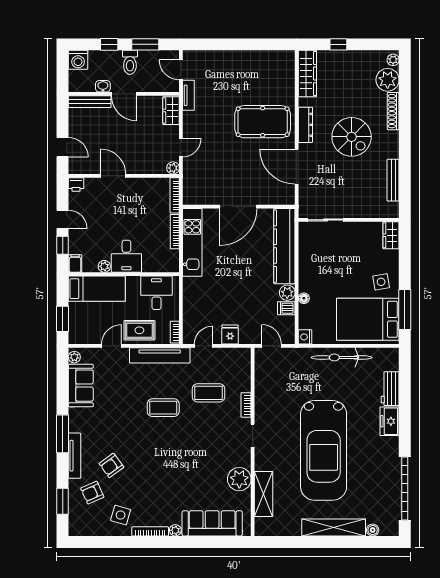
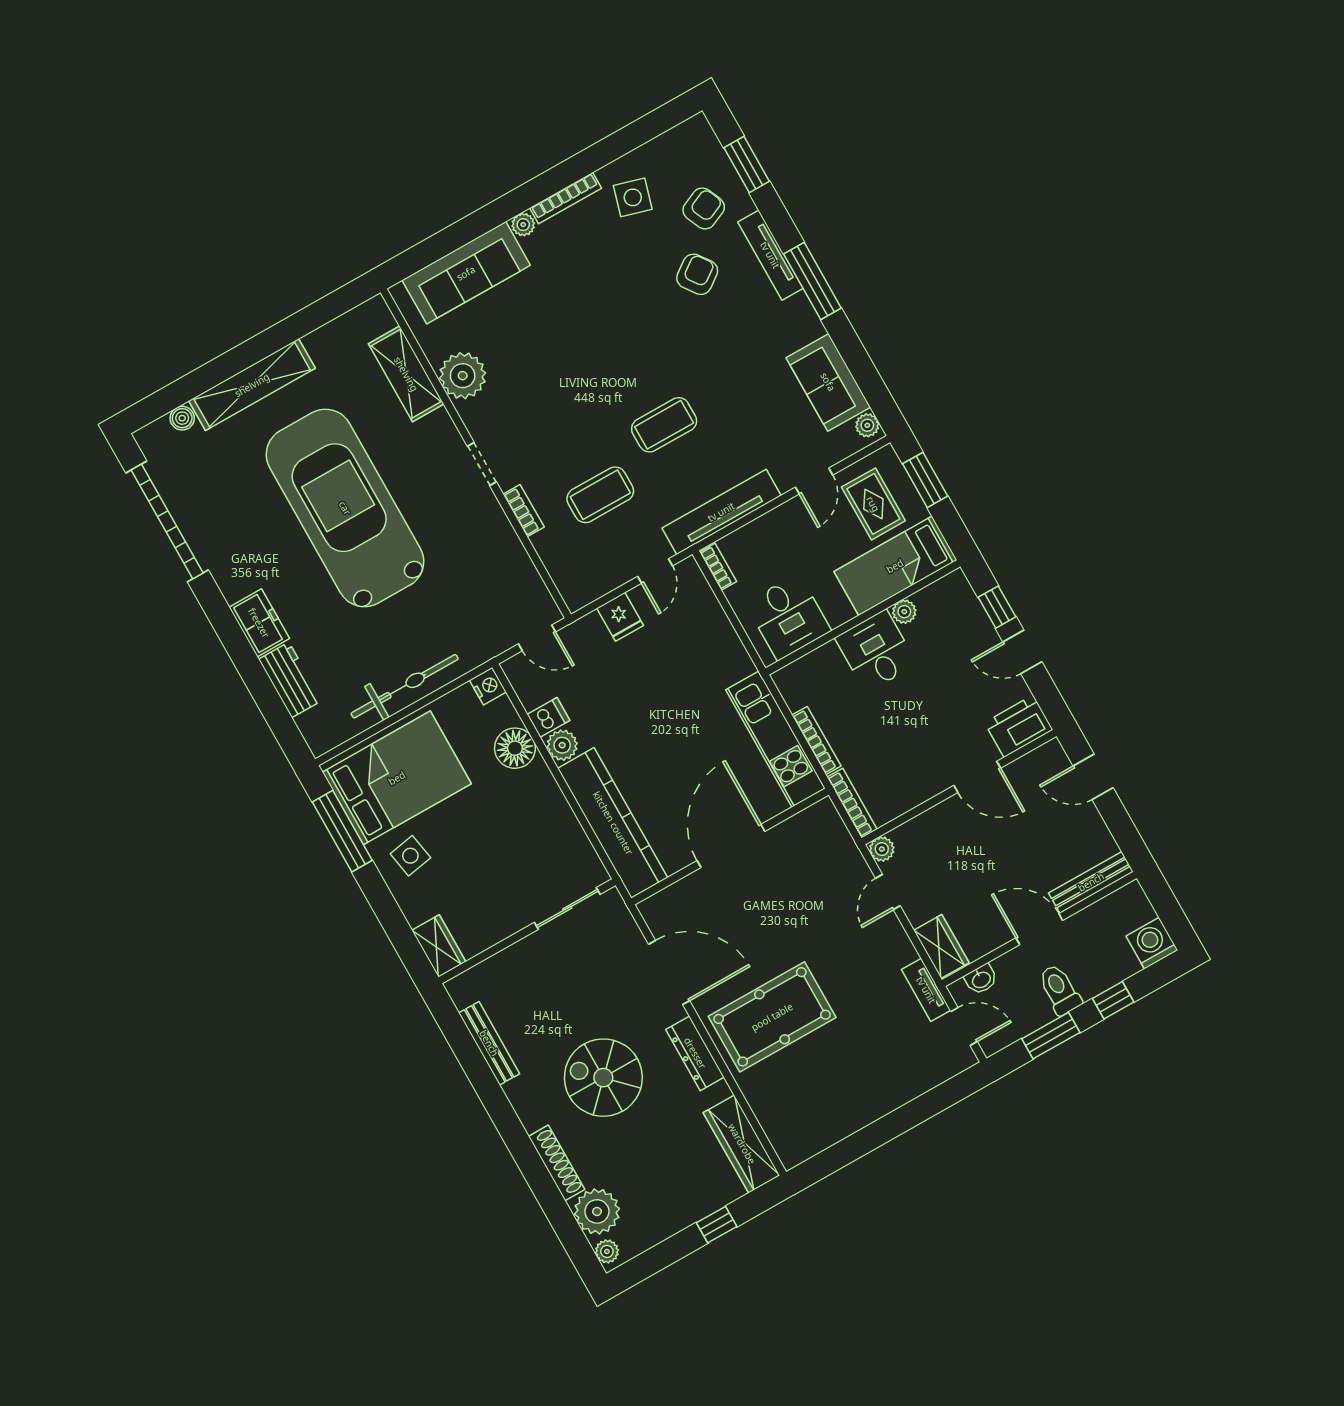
washbasin: (103, 86) -> (981, 979), moved
printer: (76, 185) -> (1019, 726), width x1.87, depth x1.48
filing cabinet: (75, 264) -> (958, 588), removed
floor lamp: (304, 298) -> (515, 748), width x1.89, depth x1.89
rug: (139, 330) -> (873, 504), moved, turned 90

